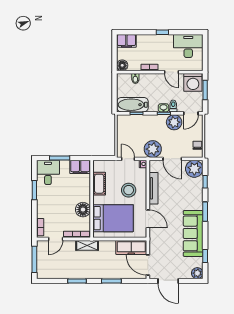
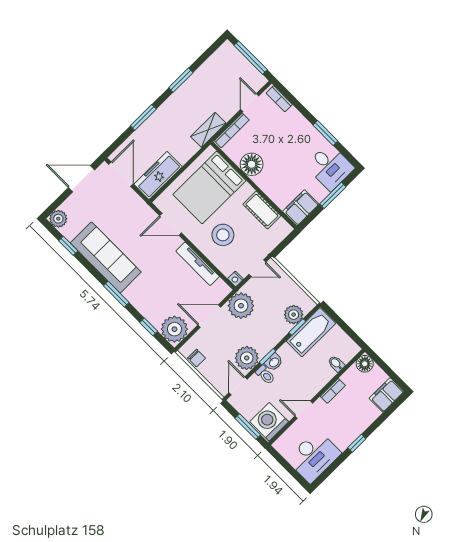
plant: (132, 121) -> (294, 315), added
door: (148, 265) -> (121, 174), hinge flipped

